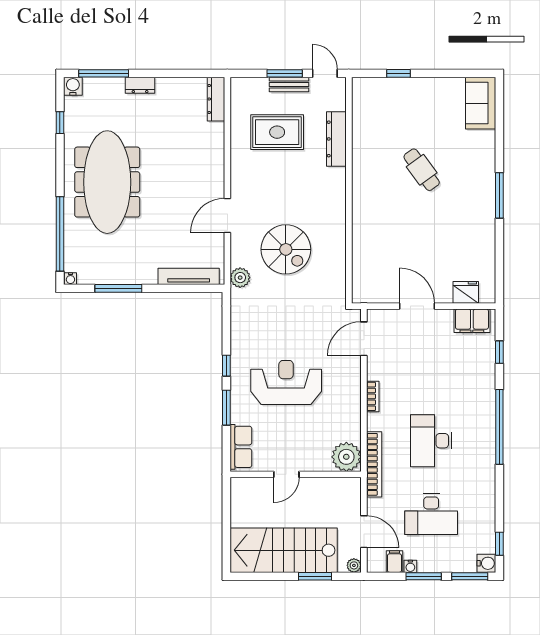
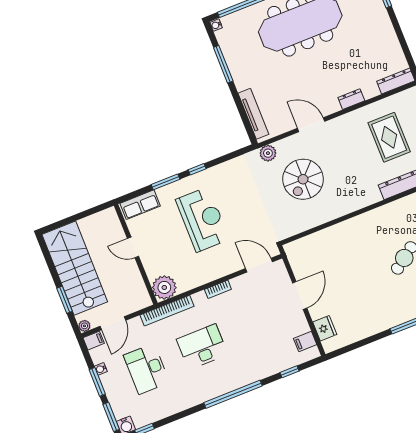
dresser: (140, 85) -> (351, 99), moved, turned 90
filing cabinet: (472, 321) -> (305, 341), width x0.50
filing cabinet: (394, 562) -> (94, 341), moved

